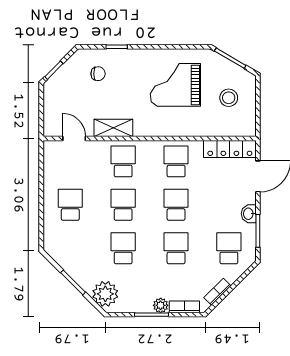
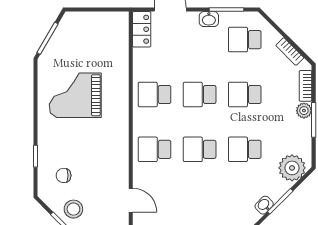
chair: (98, 74) -> (64, 175), turned -89
grand piano: (175, 85) -> (75, 95), turned 90
stool: (229, 98) -> (73, 209), moved
shelving: (113, 128) -> (120, 160), removed
door: (74, 138) -> (131, 200), swing flipped
locker: (230, 149) -> (142, 29), width x0.66
school desk: (70, 205) -> (200, 204), removed
washbasin: (69, 267) -> (264, 205), added

